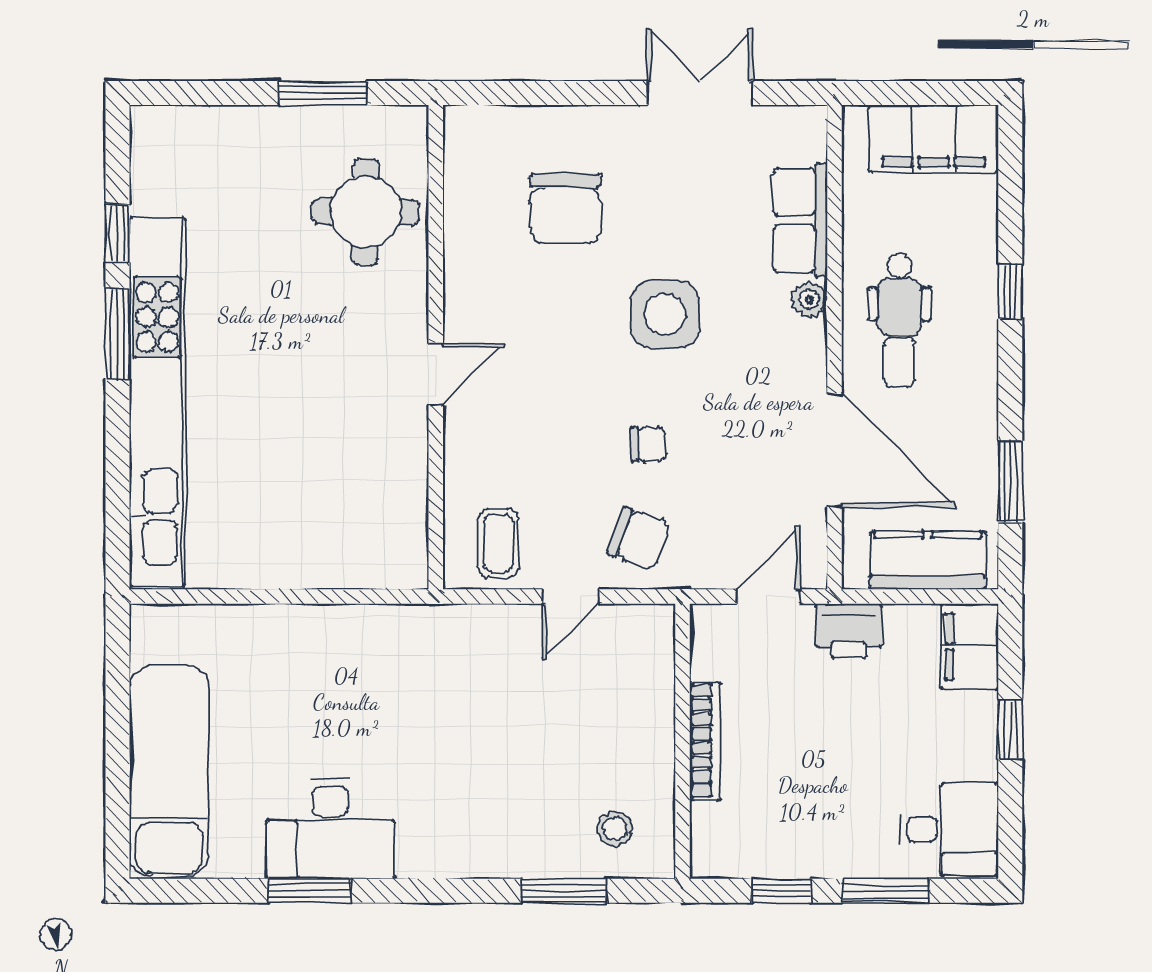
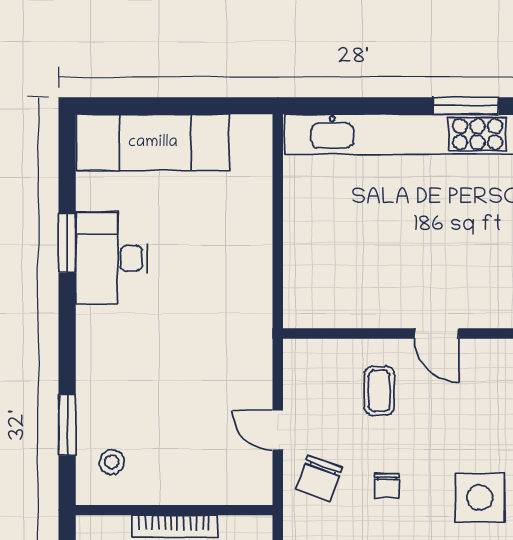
coffee table: (499, 543) -> (379, 391), moved, turned 90

